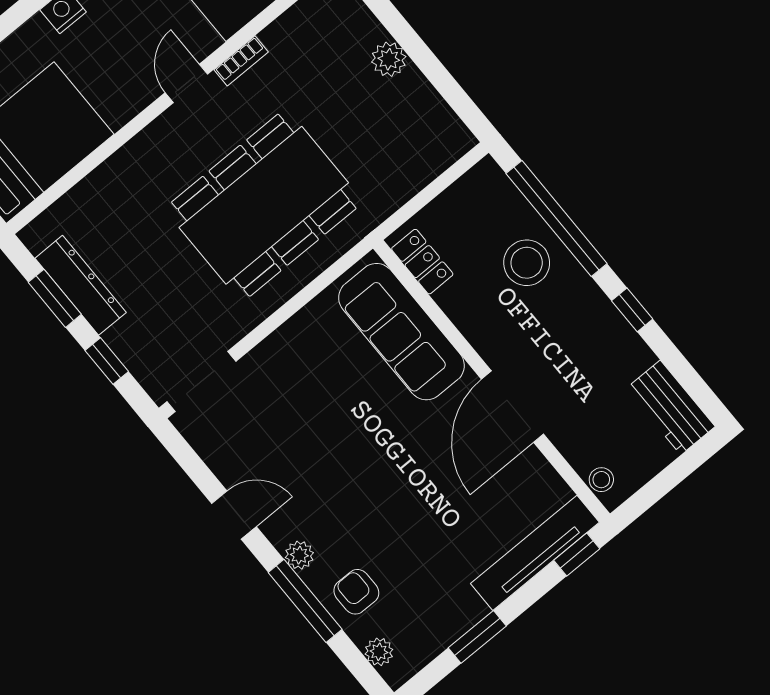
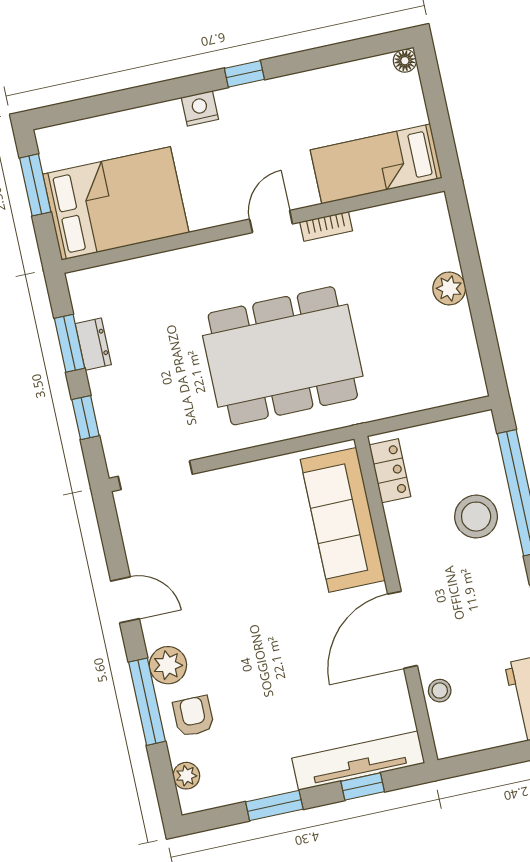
dresser: (81, 285) -> (93, 344), width x0.51, depth x0.80
stool: (601, 480) -> (440, 691), moved
window: (577, 554) -> (363, 786), moved
plant: (299, 555) -> (168, 665), width x1.38, depth x1.38

